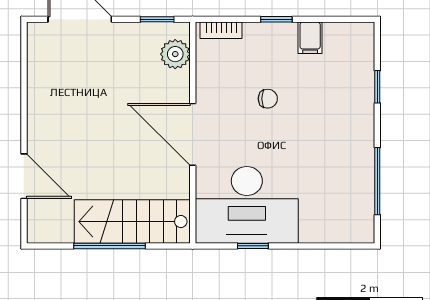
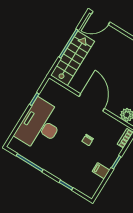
door: (193, 134) -> (92, 102), hinge flipped
door: (24, 176) -> (101, 18), moved
desk: (247, 205) -> (40, 125), moved

